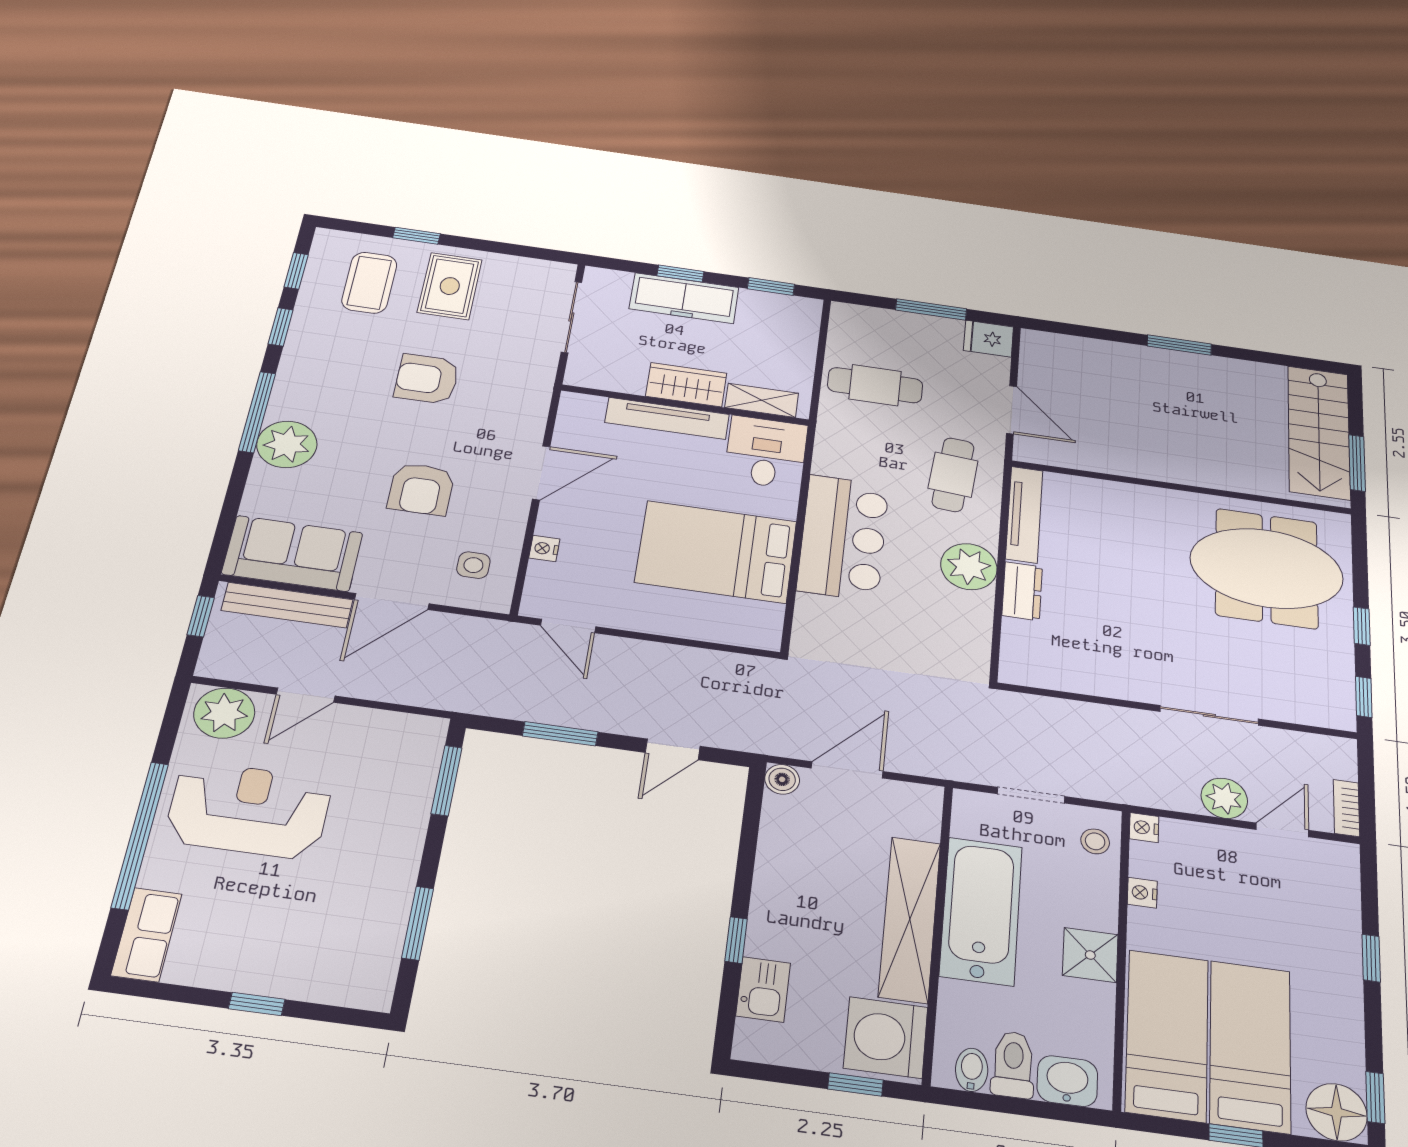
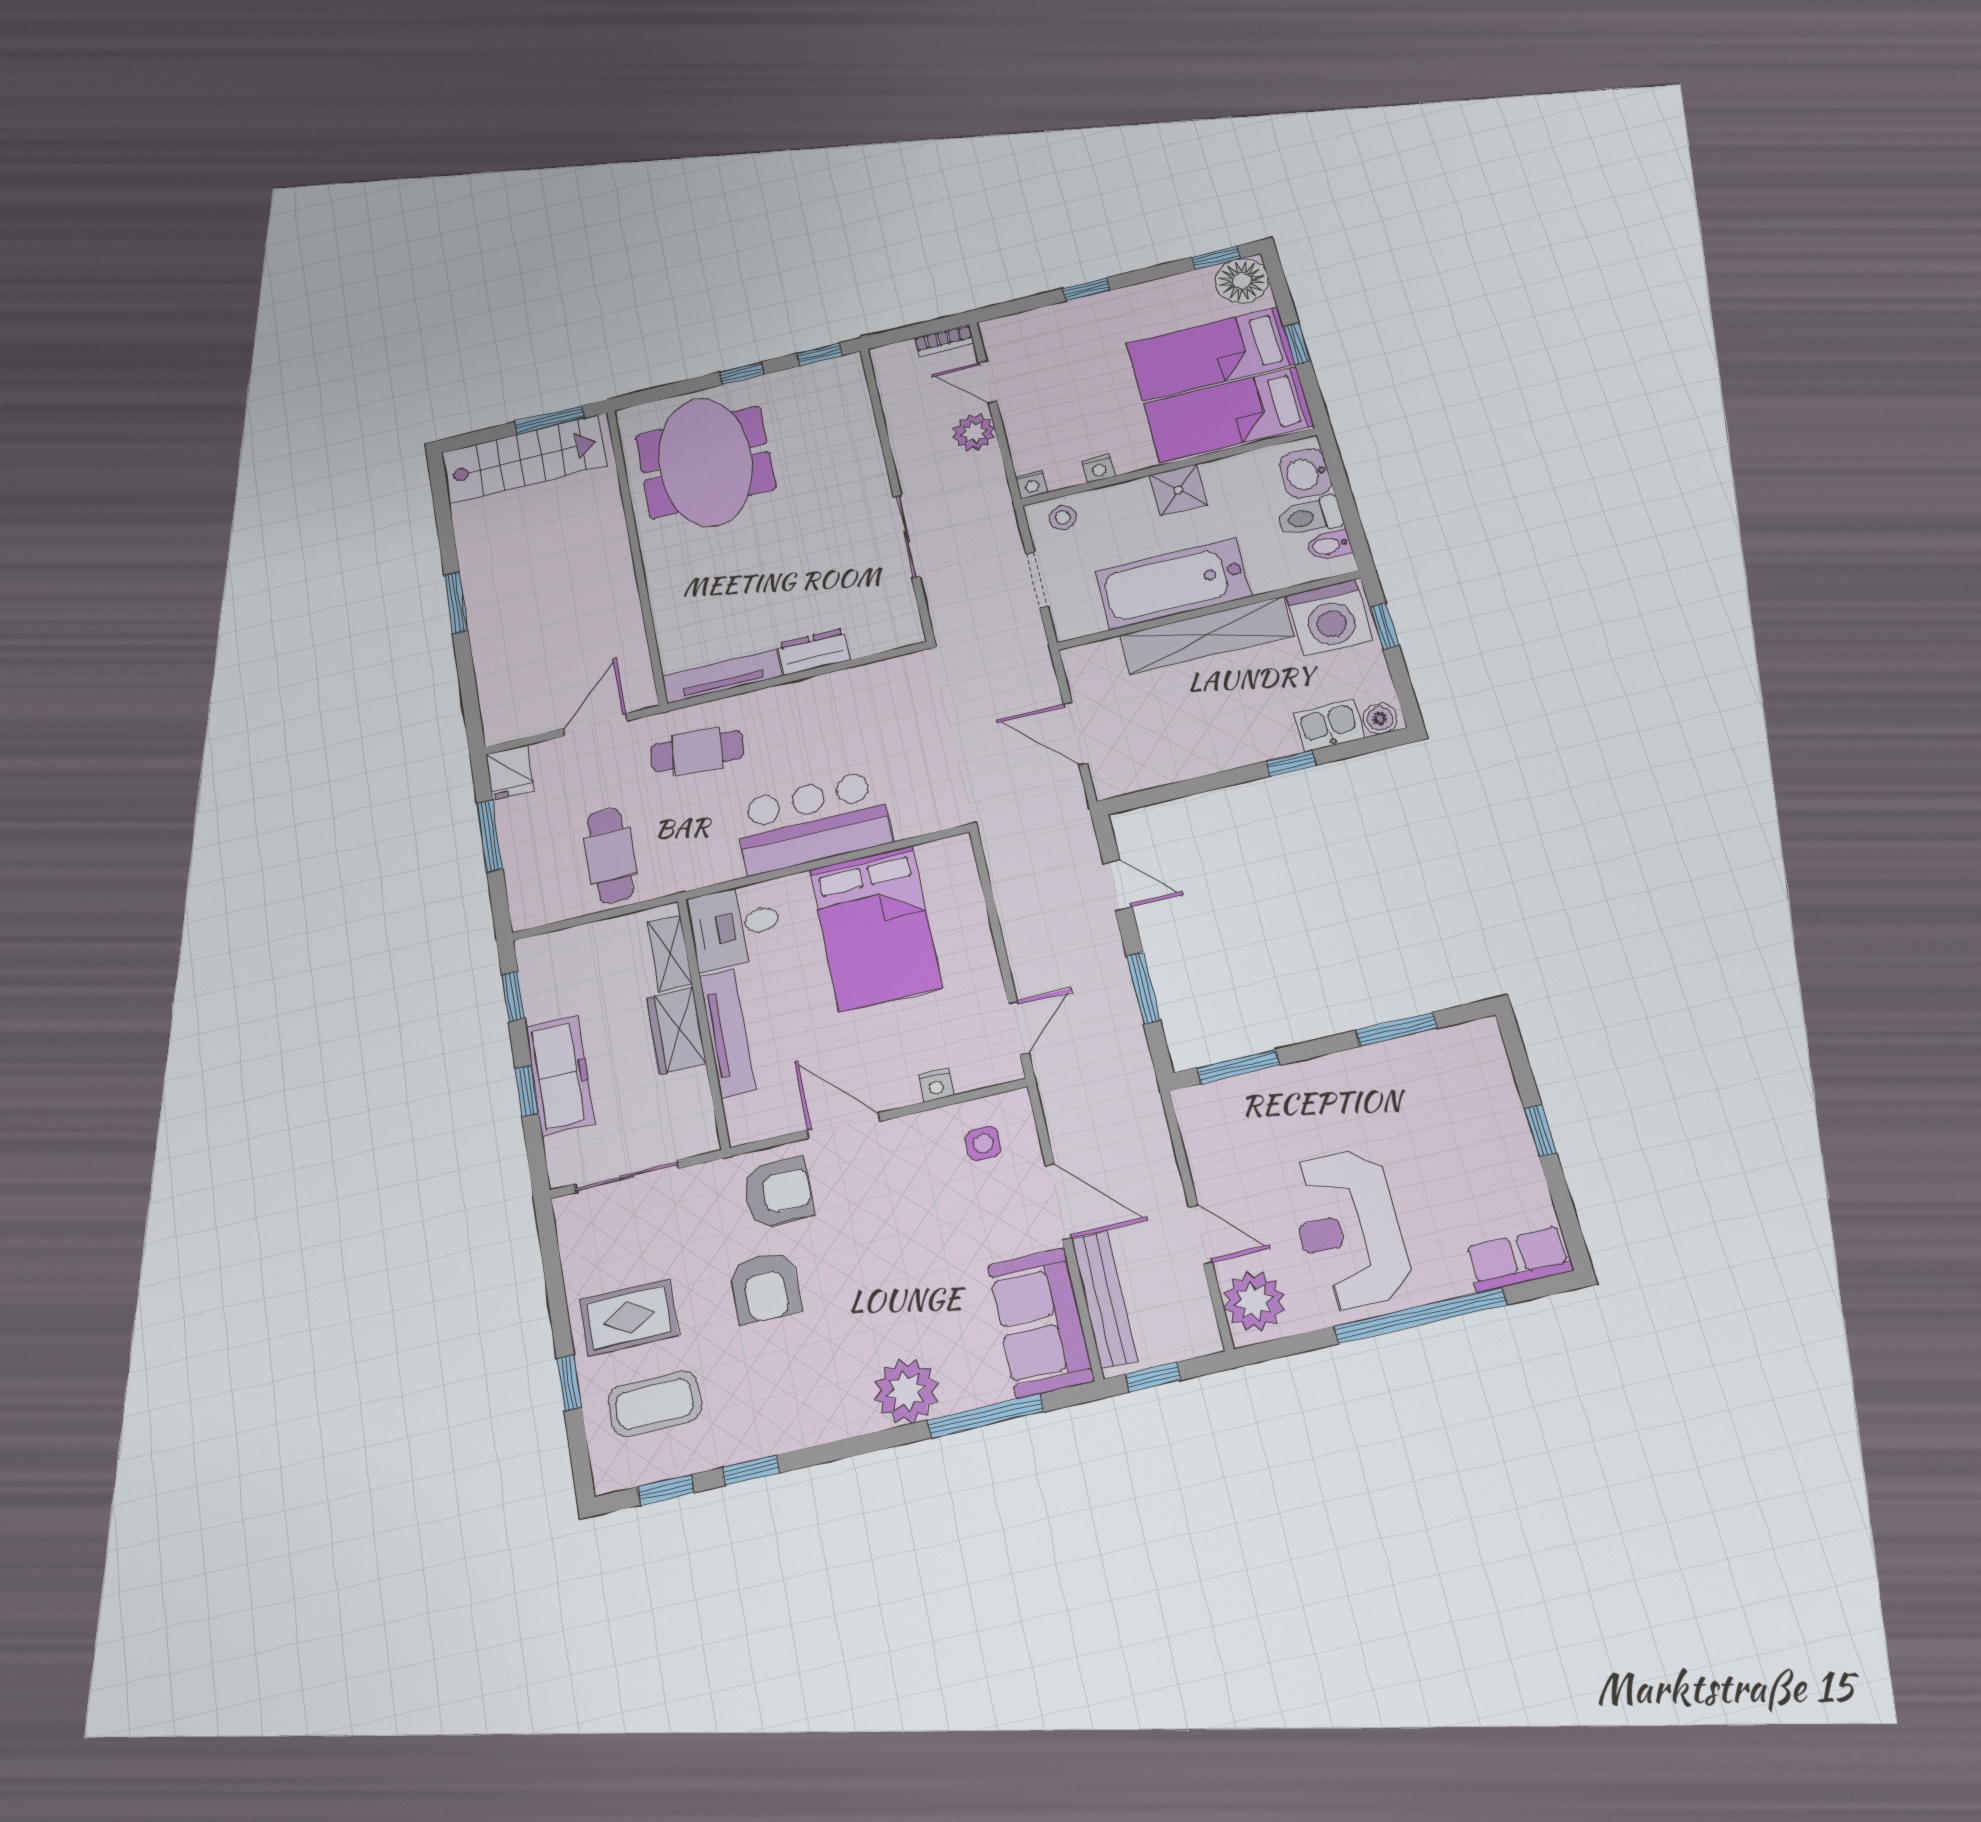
window: (257, 412) -> (986, 1416), moved
armchair: (421, 489) -> (778, 1193), moved
plant: (969, 567) -> (803, 704), removed
sliding door: (1209, 715) -> (907, 537), moved
boiler: (782, 779) -> (1380, 719), moved

